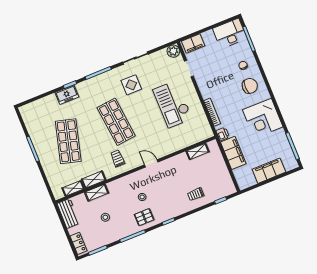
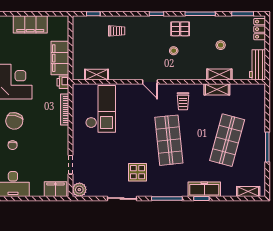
chair: (250, 86) -> (14, 121), turned -77
freezer: (67, 95) -> (204, 189), width x1.40
checkout: (172, 104) -> (101, 109), moved
shelving: (73, 188) -> (248, 191), moved

